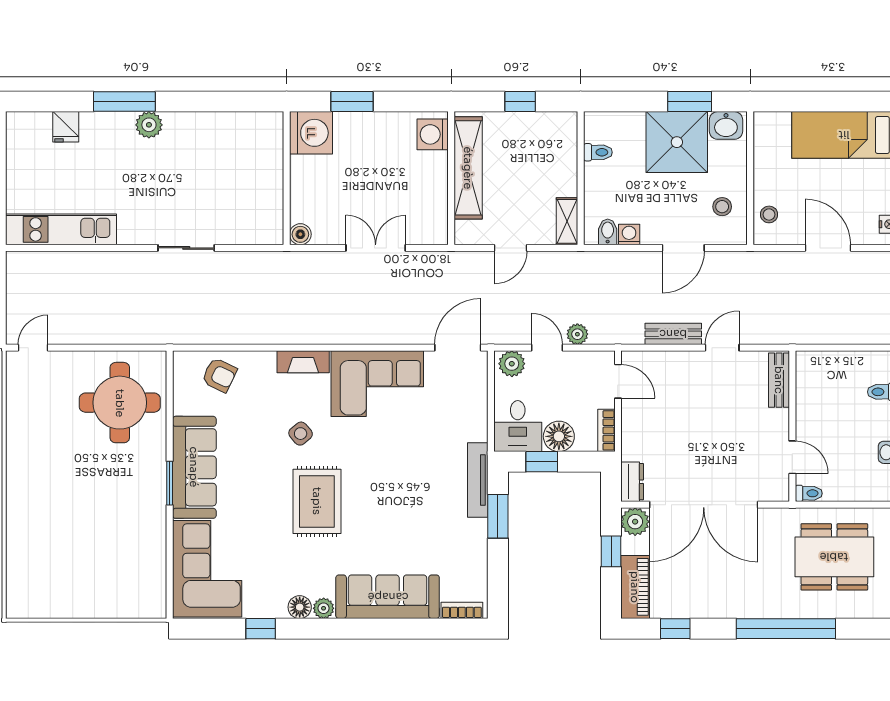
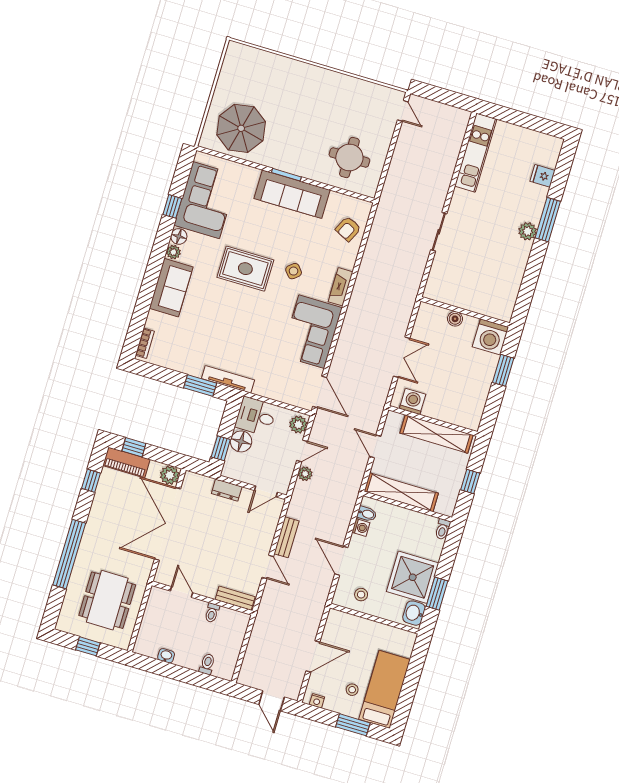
washing machine: (433, 134) -> (413, 401), moved
toilet: (598, 152) -> (443, 529), moved
stool: (769, 214) -> (352, 690), moved
shelving: (567, 221) -> (401, 492), width x2.20, depth x1.33
boiler: (300, 234) -> (455, 319), moved
round table: (120, 403) -> (349, 158), width x0.73, depth x0.73
bookcase: (606, 430) -> (236, 474), removed
door: (792, 457) -> (181, 592), swing flipped
window: (542, 462) -> (221, 448), moved
dresser: (632, 482) -> (227, 490), moved
toilet: (809, 493) -> (212, 613), moved
window: (611, 551) -> (134, 447), moved
parasol: (124, 565) -> (241, 128), added
corner sofa: (207, 569) -> (206, 200), moved, turned -90
sofa: (388, 597) -> (171, 288), width x0.73

